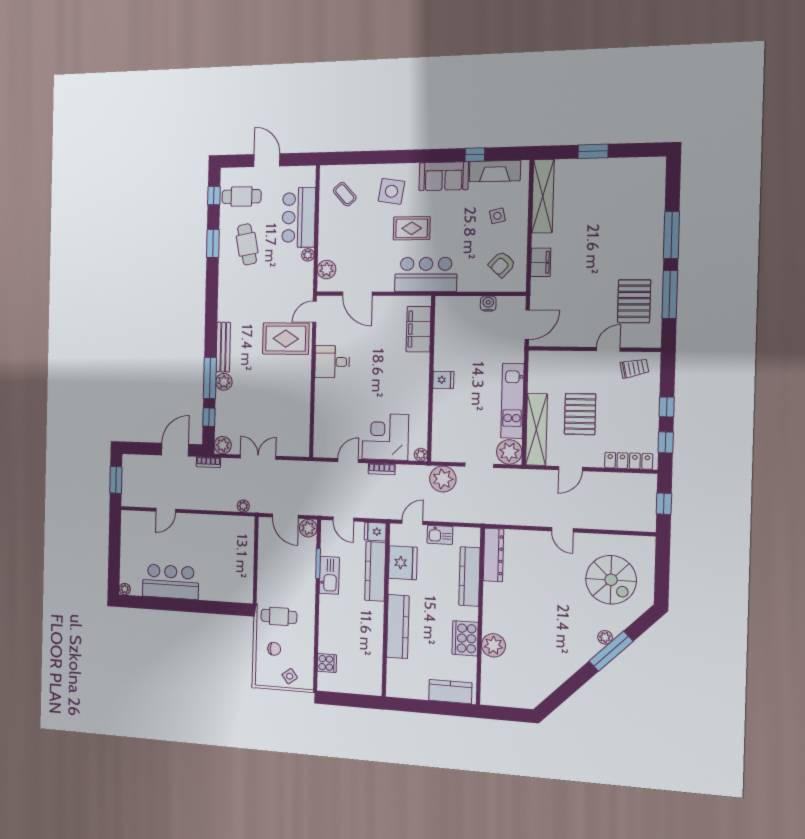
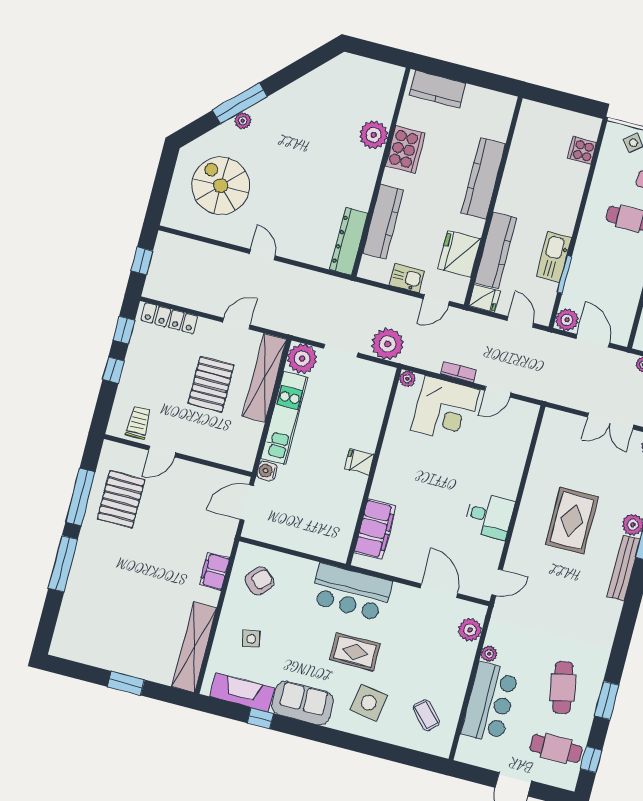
water cooler: (488, 304) -> (267, 471), moved, turned 90
rug: (286, 339) -> (572, 521), moved, turned 90
trolley: (634, 368) -> (138, 423), turned 102

